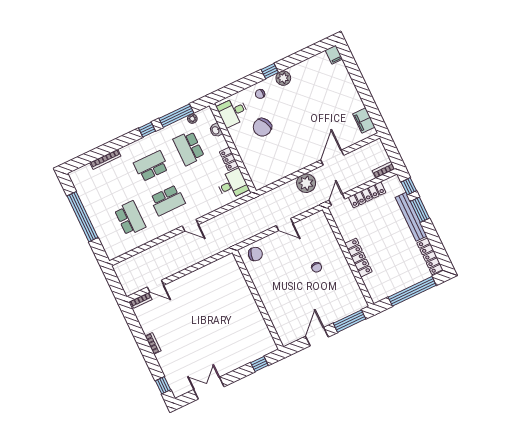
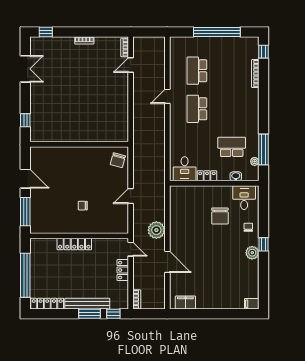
chair: (262, 127) -> (220, 216), turned -152
window: (147, 130) -> (263, 52), moved
school desk: (151, 166) -> (232, 109), removed
locker: (367, 195) -> (123, 270), width x0.66
school desk: (130, 218) -> (197, 71), turned 90
door: (190, 225) -> (167, 96), moved

